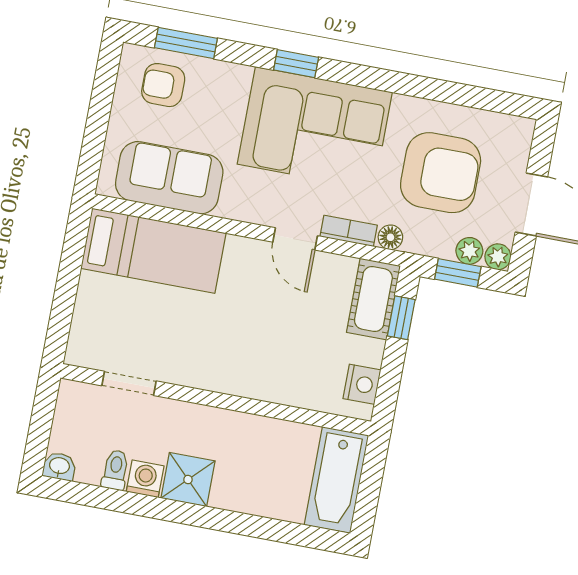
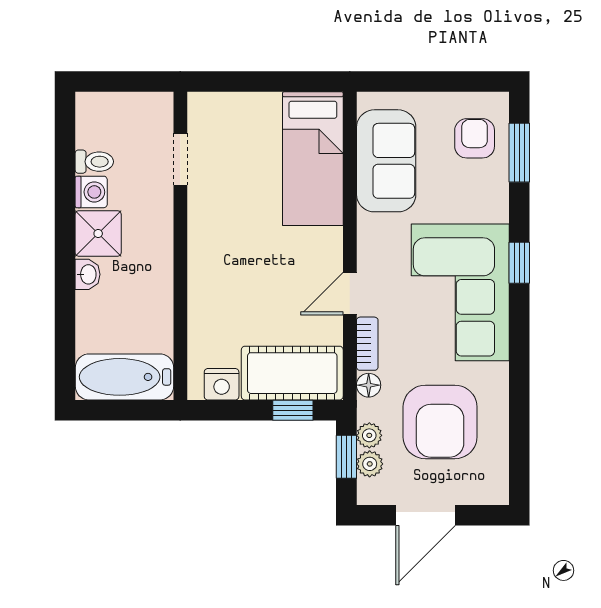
plant: (498, 257) -> (369, 435), moved
cot: (373, 299) -> (292, 373), width x1.37, depth x1.34
washbasin: (59, 466) -> (88, 274), moved

